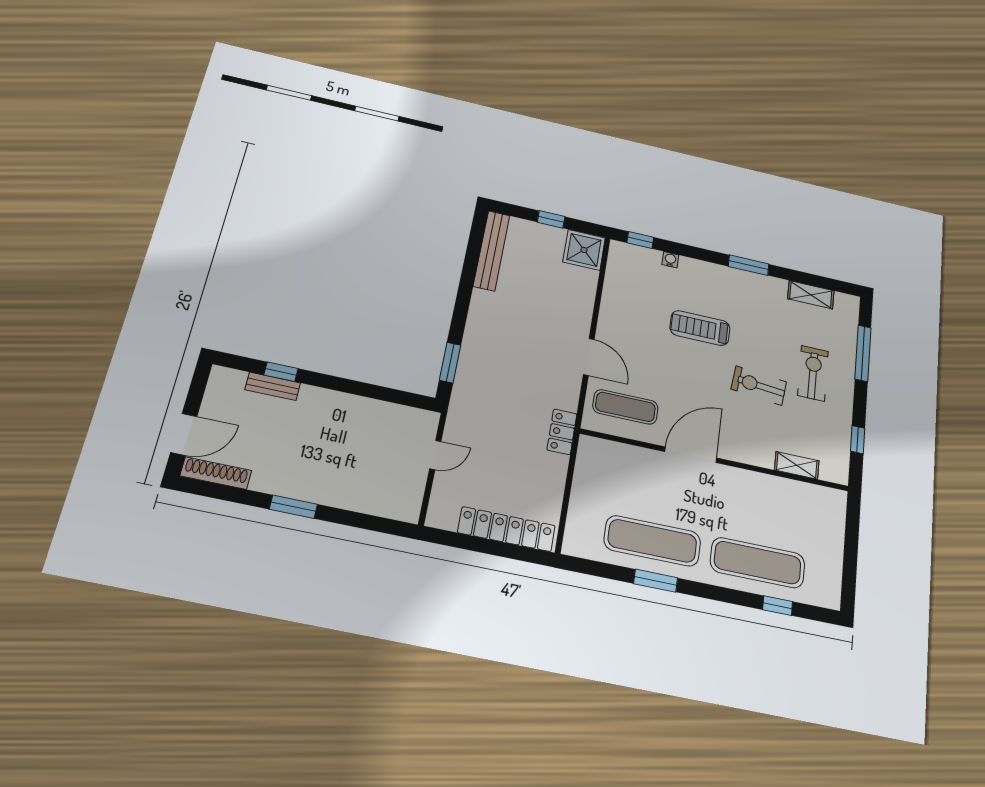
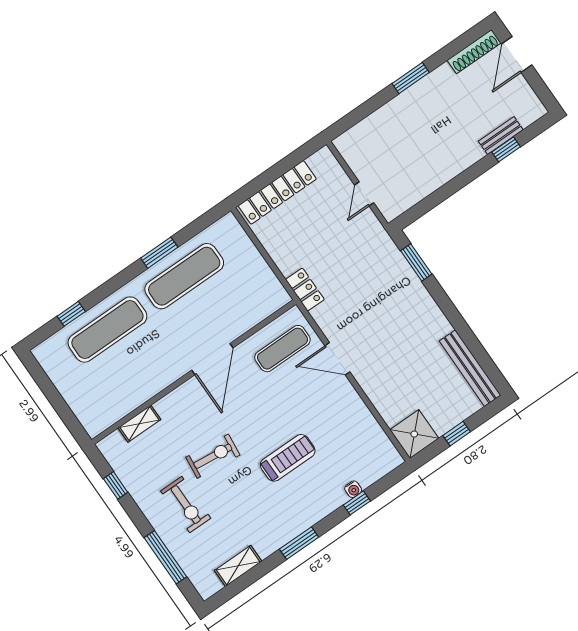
window: (640, 240) -> (357, 503), moved

